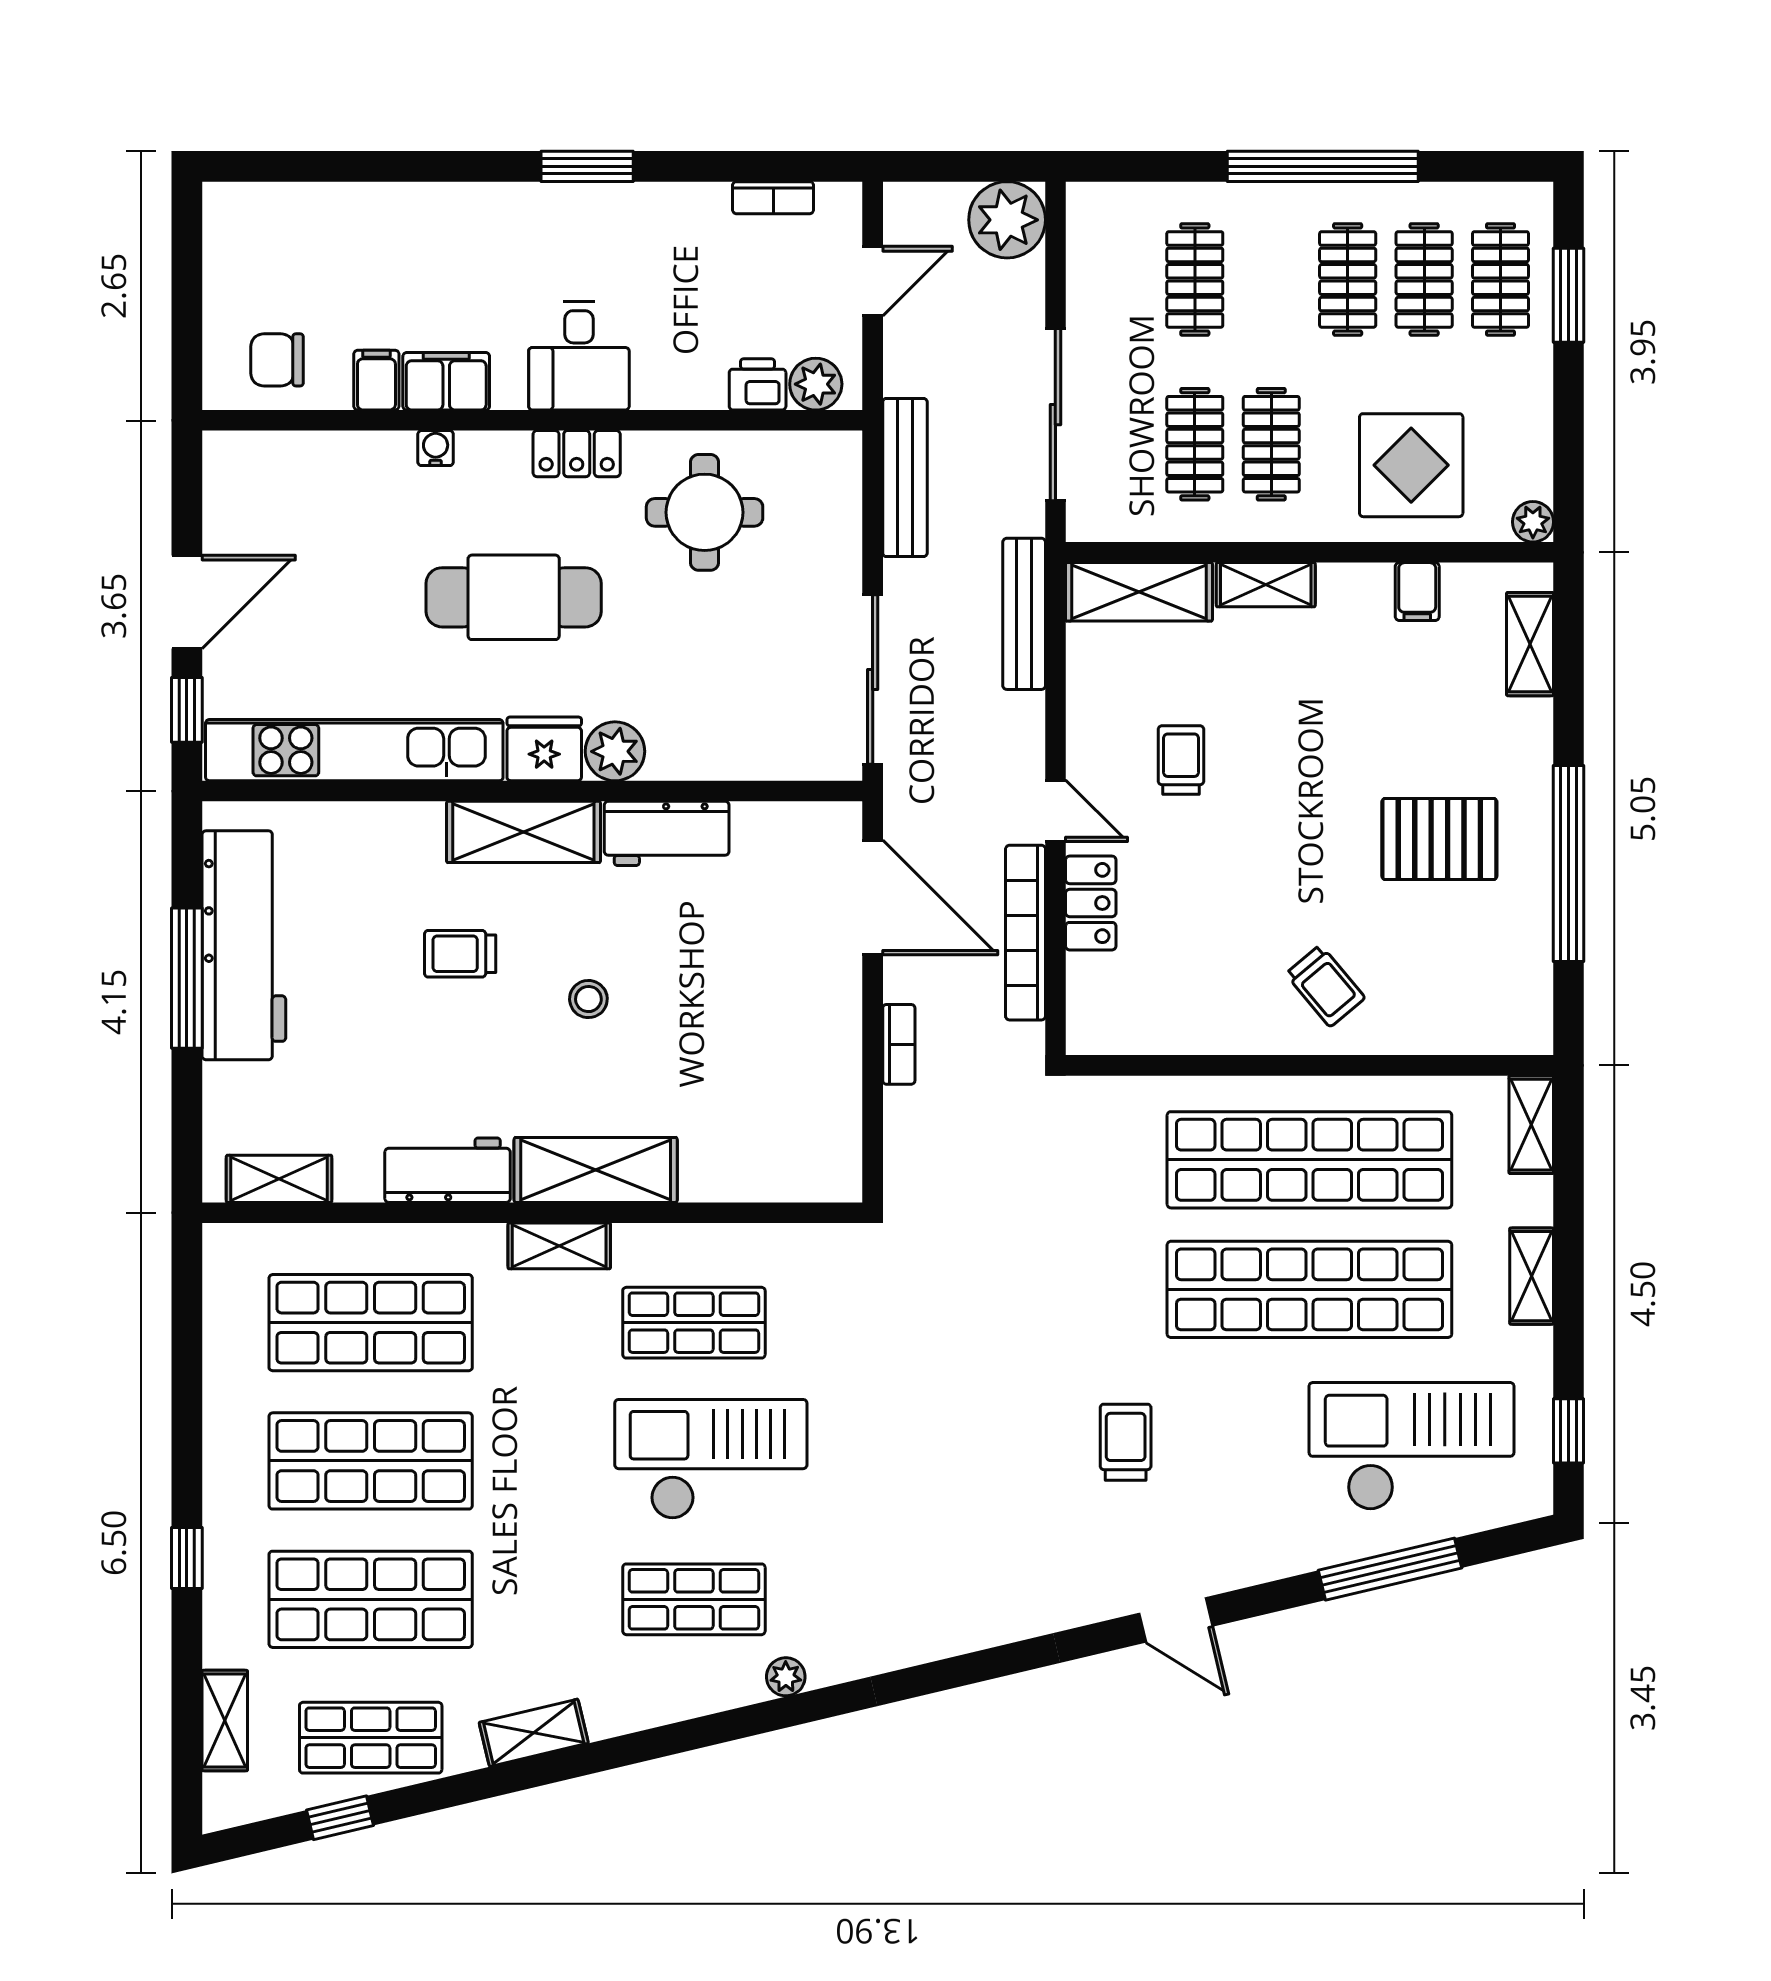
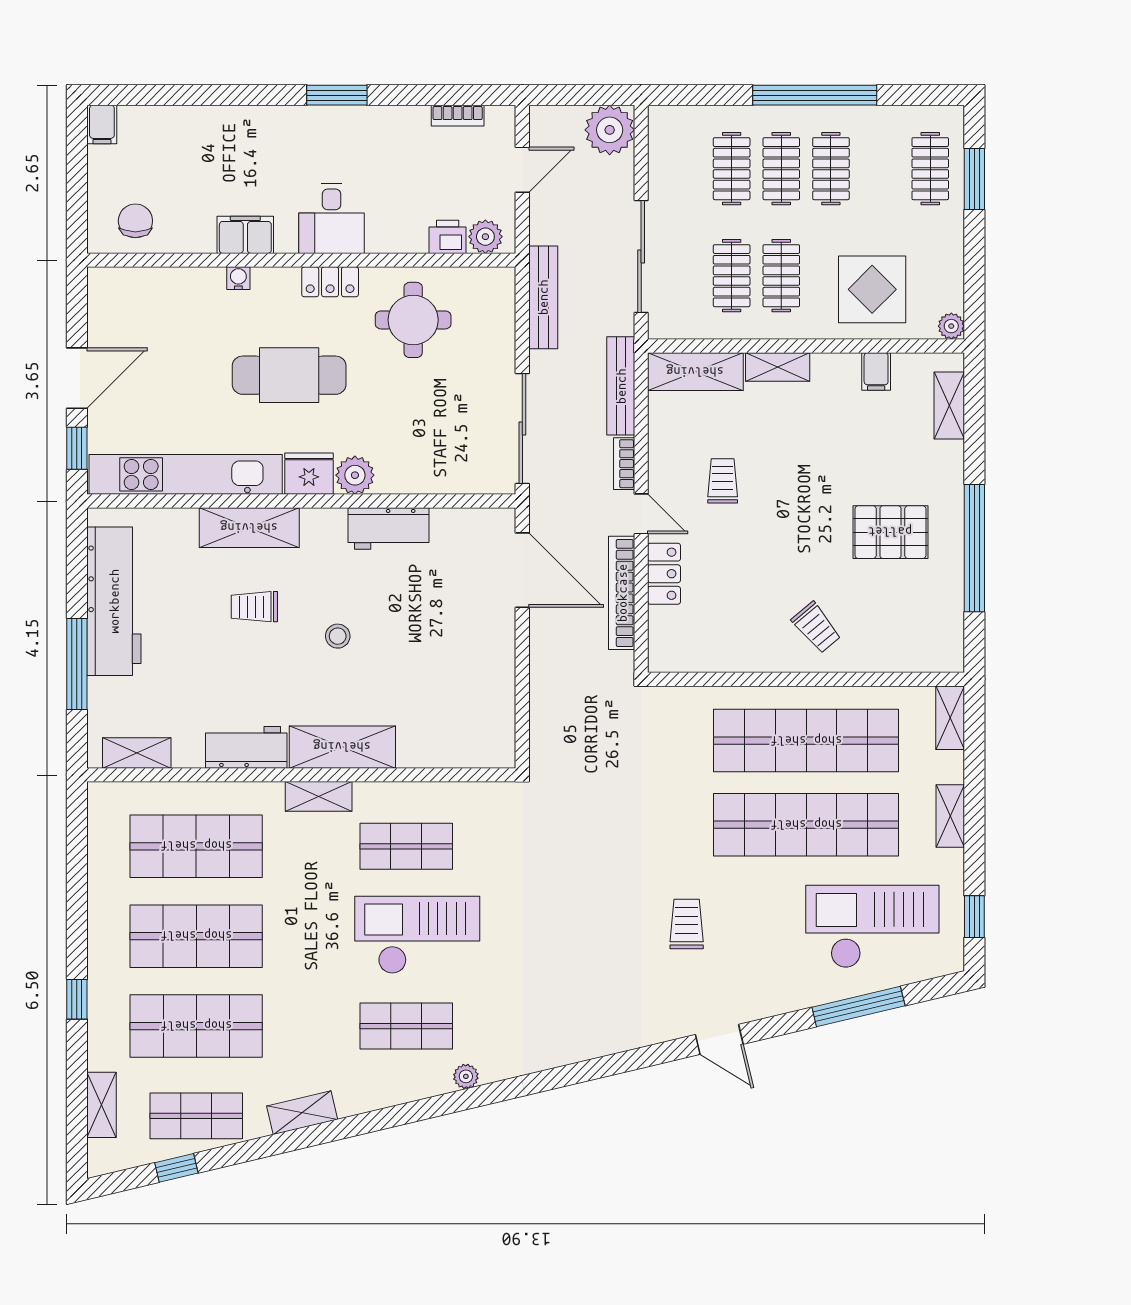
clothes rail: (1424, 279) -> (781, 169), moved
chair: (277, 360) -> (135, 221), turned 90
filing cabinet: (376, 380) -> (102, 125), moved, turned 180
shelving: (523, 832) -> (249, 528), moved
window: (187, 978) -> (77, 664), moved
bookcase: (899, 1044) -> (624, 464), moved, turned 180

